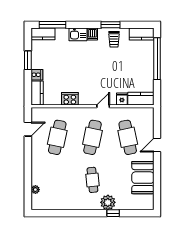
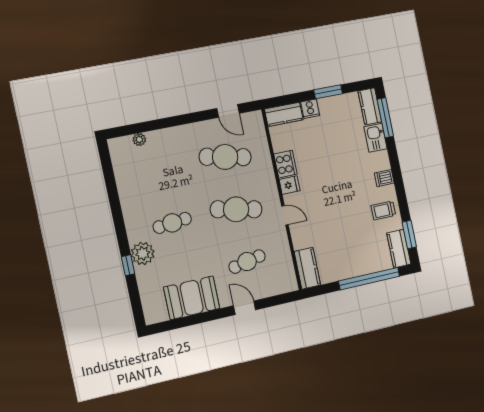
window: (110, 25) -> (409, 234), moved
kitchen sink: (78, 34) -> (376, 138), moved
fridge: (122, 99) -> (290, 185), moved
cafe table: (128, 137) -> (247, 262), width x0.73, depth x0.74

